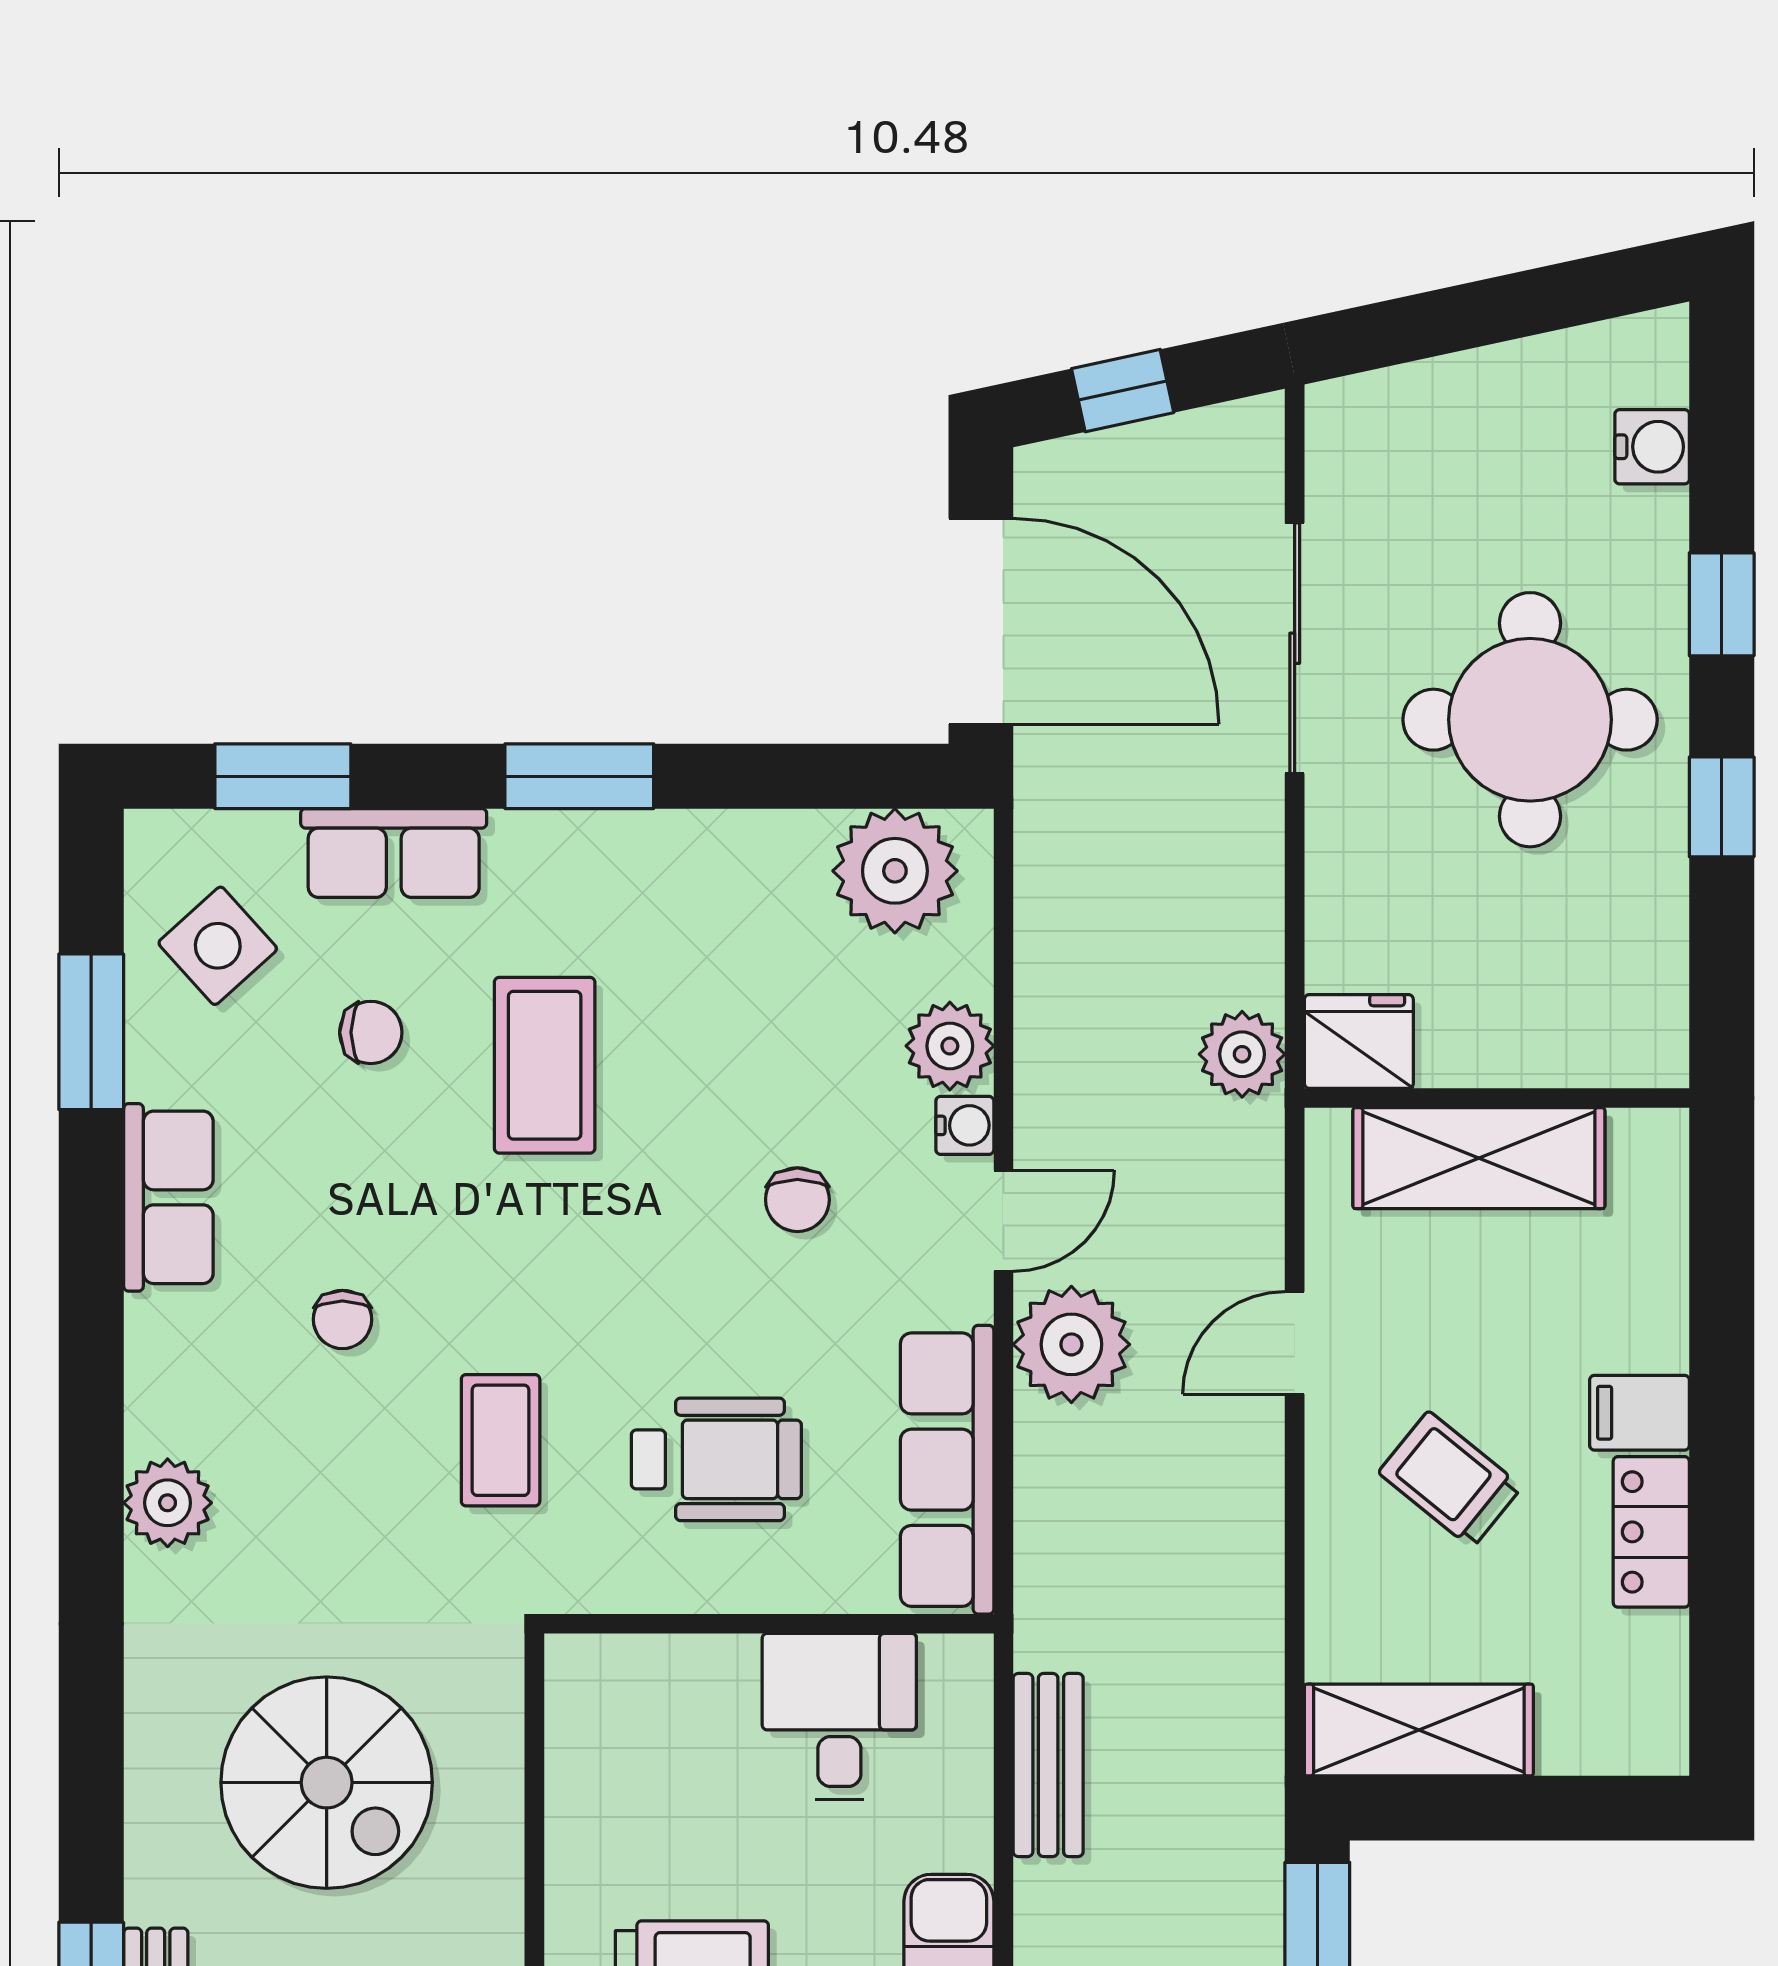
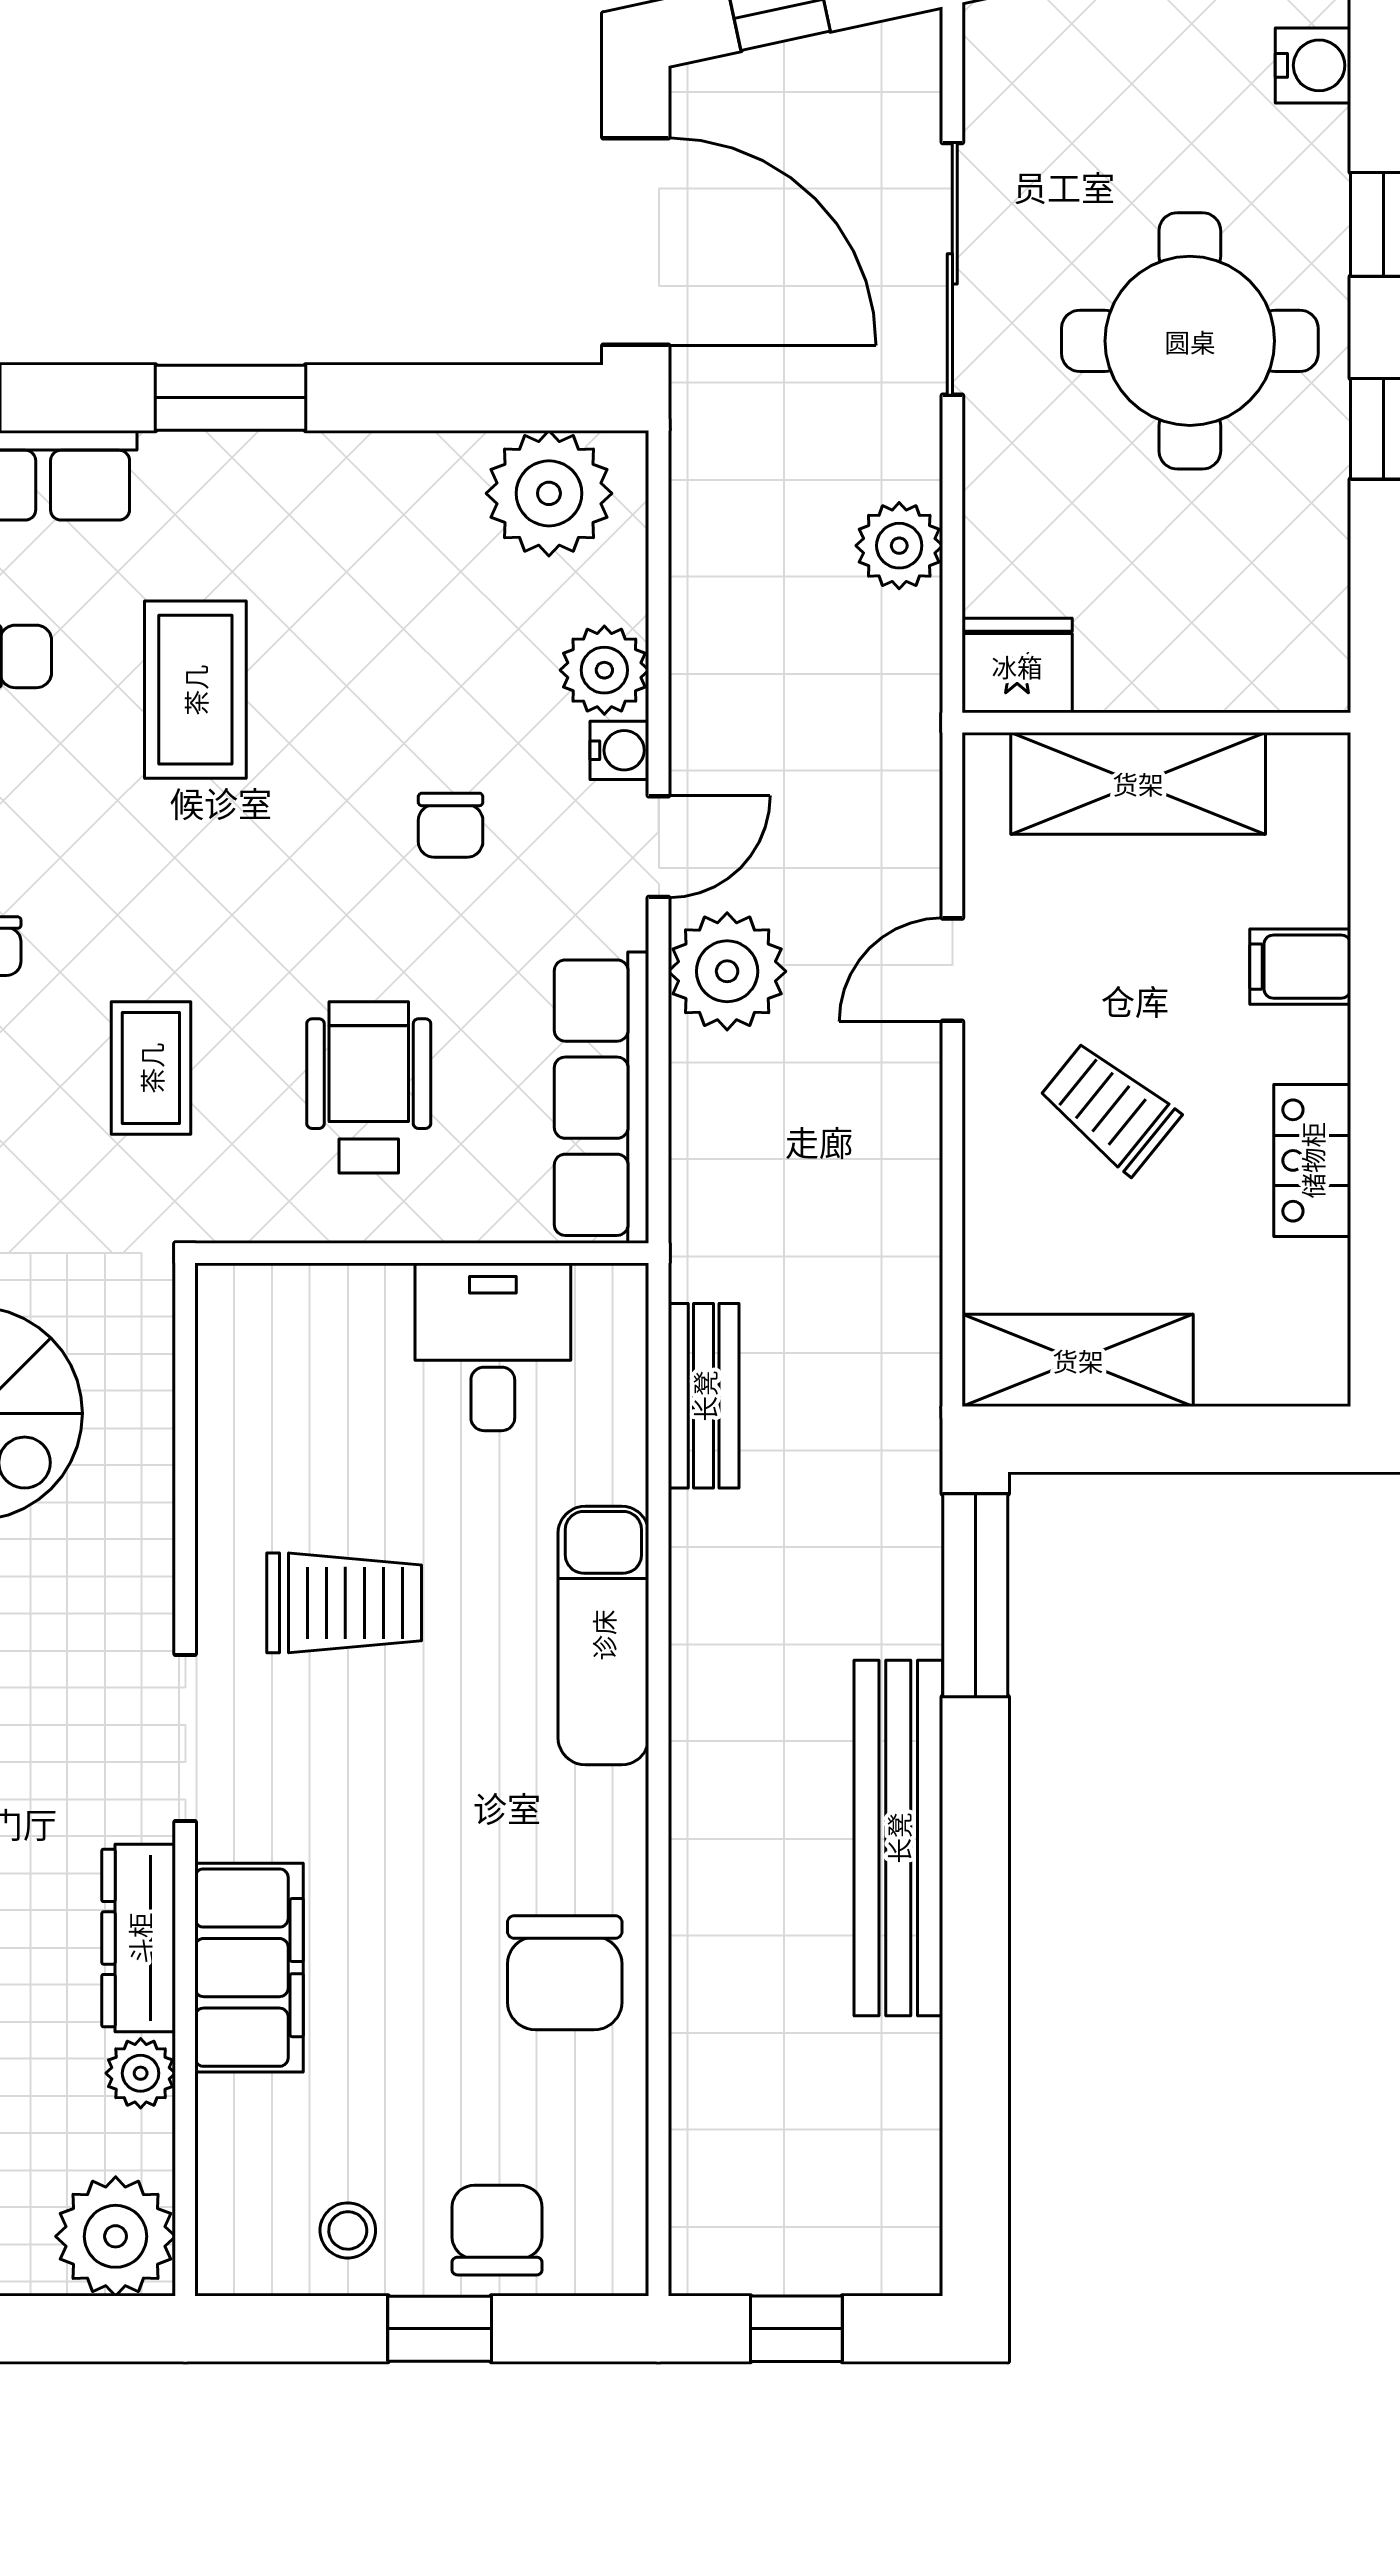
plant: (1242, 1054) -> (899, 546), moved
filing cabinet: (1639, 1413) -> (1300, 967), moved
wheelchair: (716, 1459) -> (369, 1087), turned -90

